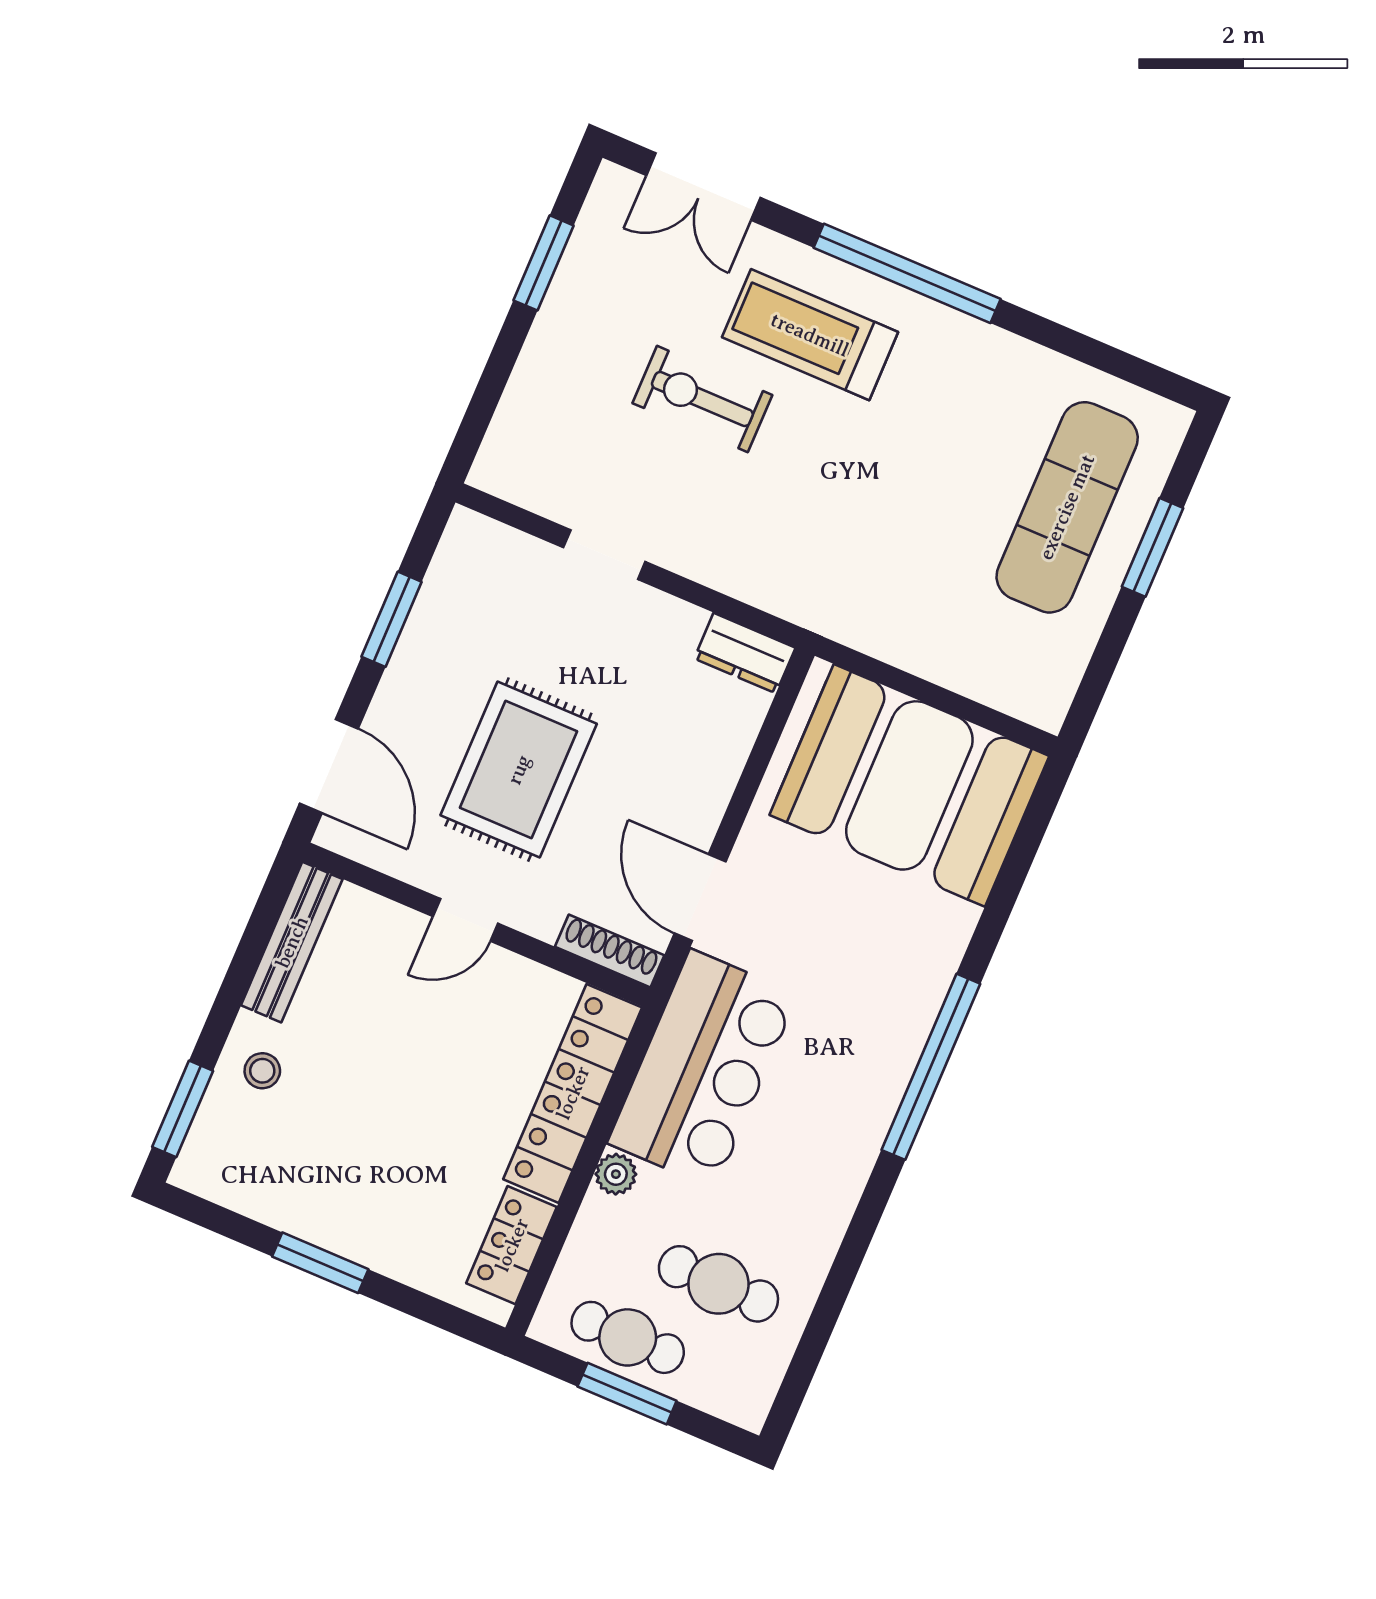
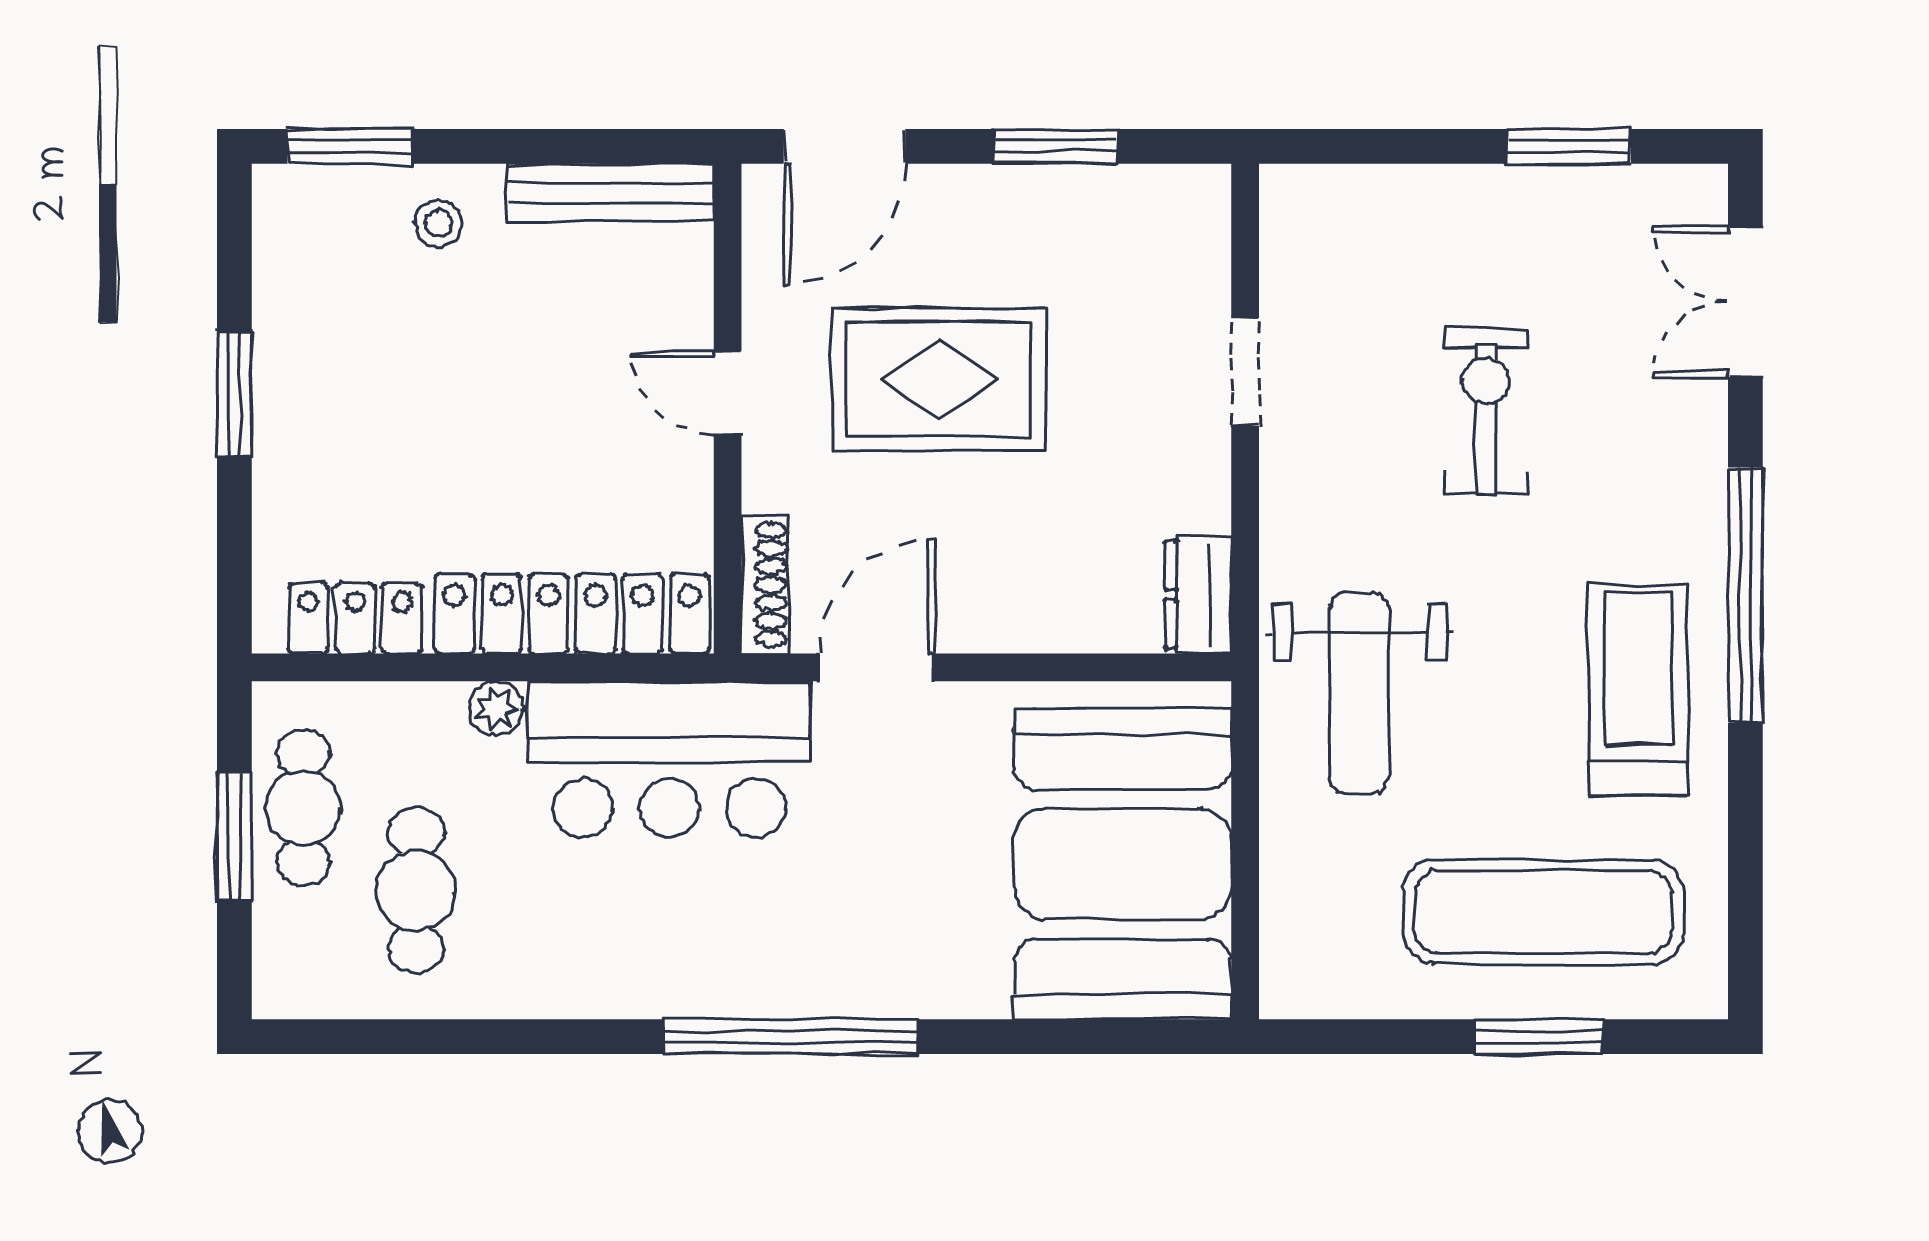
treadmill: (810, 335) -> (1638, 690), moved
weight bench: (861, 570) -> (1359, 693), added

